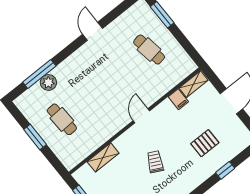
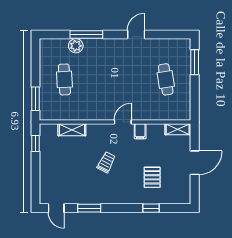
window: (39, 74) -> (86, 35), moved
filing cabinet: (178, 99) -> (140, 131), moved
window: (35, 137) -> (35, 99), moved
pallet: (205, 143) -> (152, 177), turned 90

